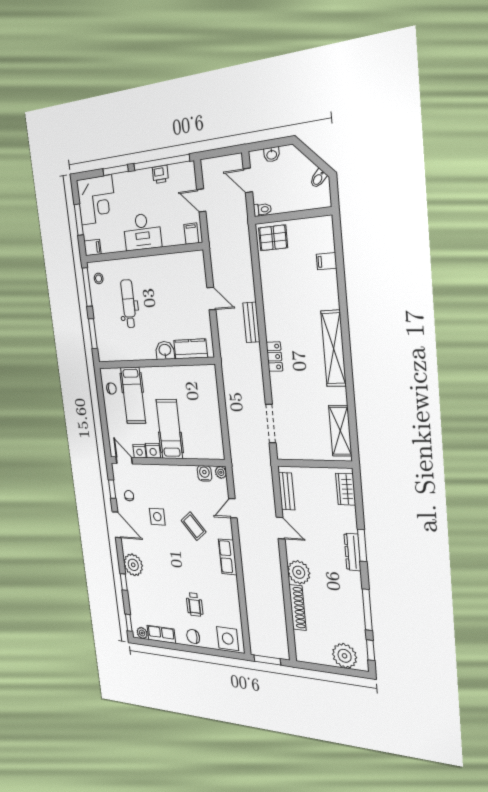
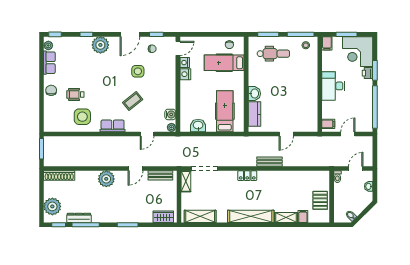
printer: (160, 174) -> (368, 73), moved
pallet: (273, 238) -> (320, 200), moved
shelving: (331, 290) -> (286, 218), added
dental chair: (129, 304) -> (273, 54), moved
hospital bed: (169, 429) -> (225, 111), moved, turned -90
washbasin: (214, 433) -> (198, 125), added
shelving: (291, 452) -> (186, 181), added
door: (233, 508) -> (147, 134), swing flipped
dresser: (352, 552) -> (79, 218), moved
shoe rack: (297, 608) -> (59, 176), moved
side table: (228, 639) -> (82, 117), moved

